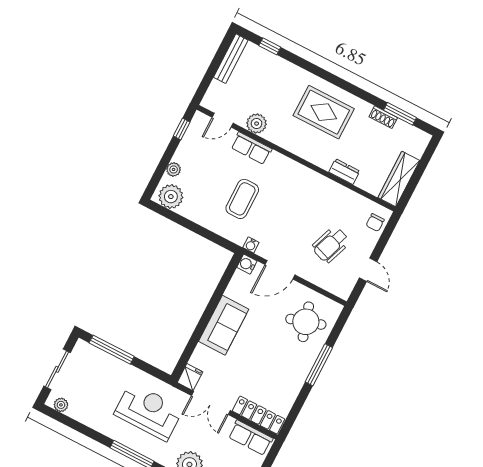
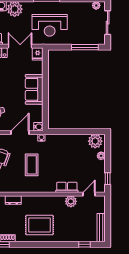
coffee table: (242, 199) -> (32, 165), moved

